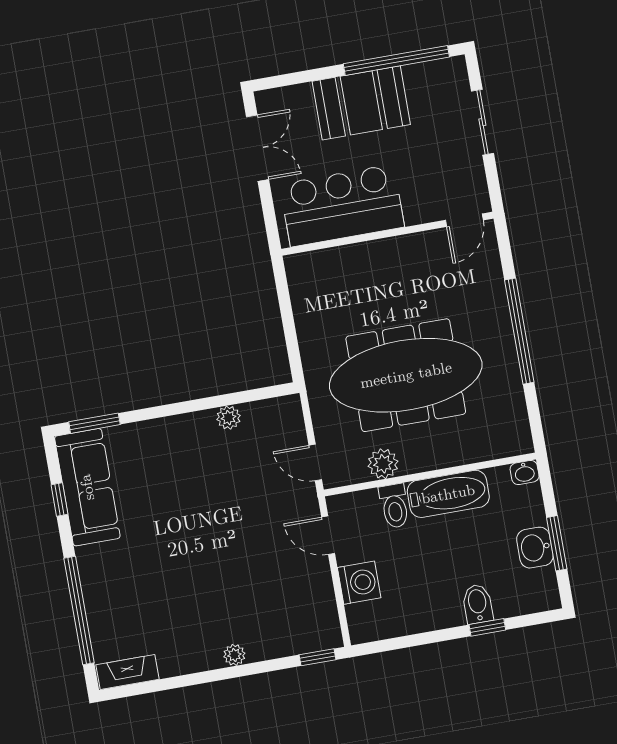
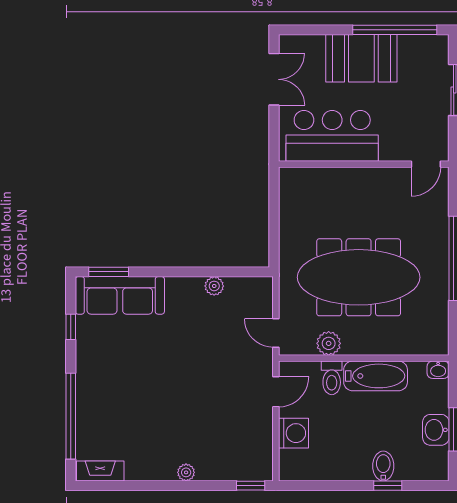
sofa: (87, 487) -> (120, 295), moved, turned 90
door: (328, 535) -> (276, 392), swing flipped

